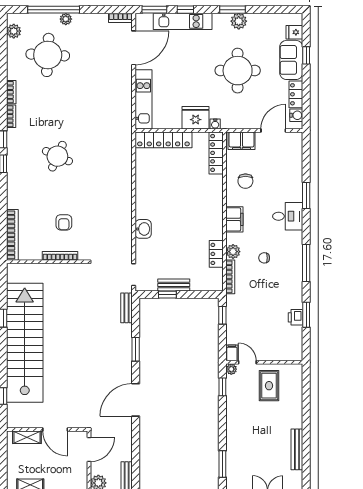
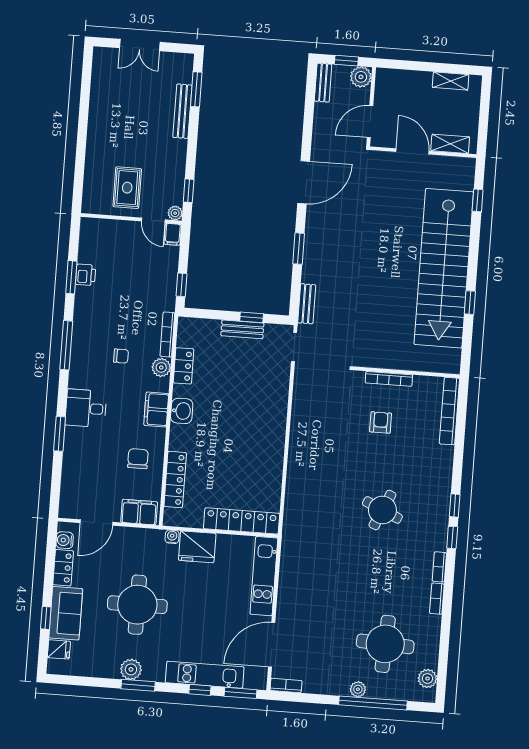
locker: (216, 153) -> (175, 480), moved
washbasin: (143, 229) -> (182, 411), moved, turned 180
bench: (297, 449) -> (182, 111), moved

